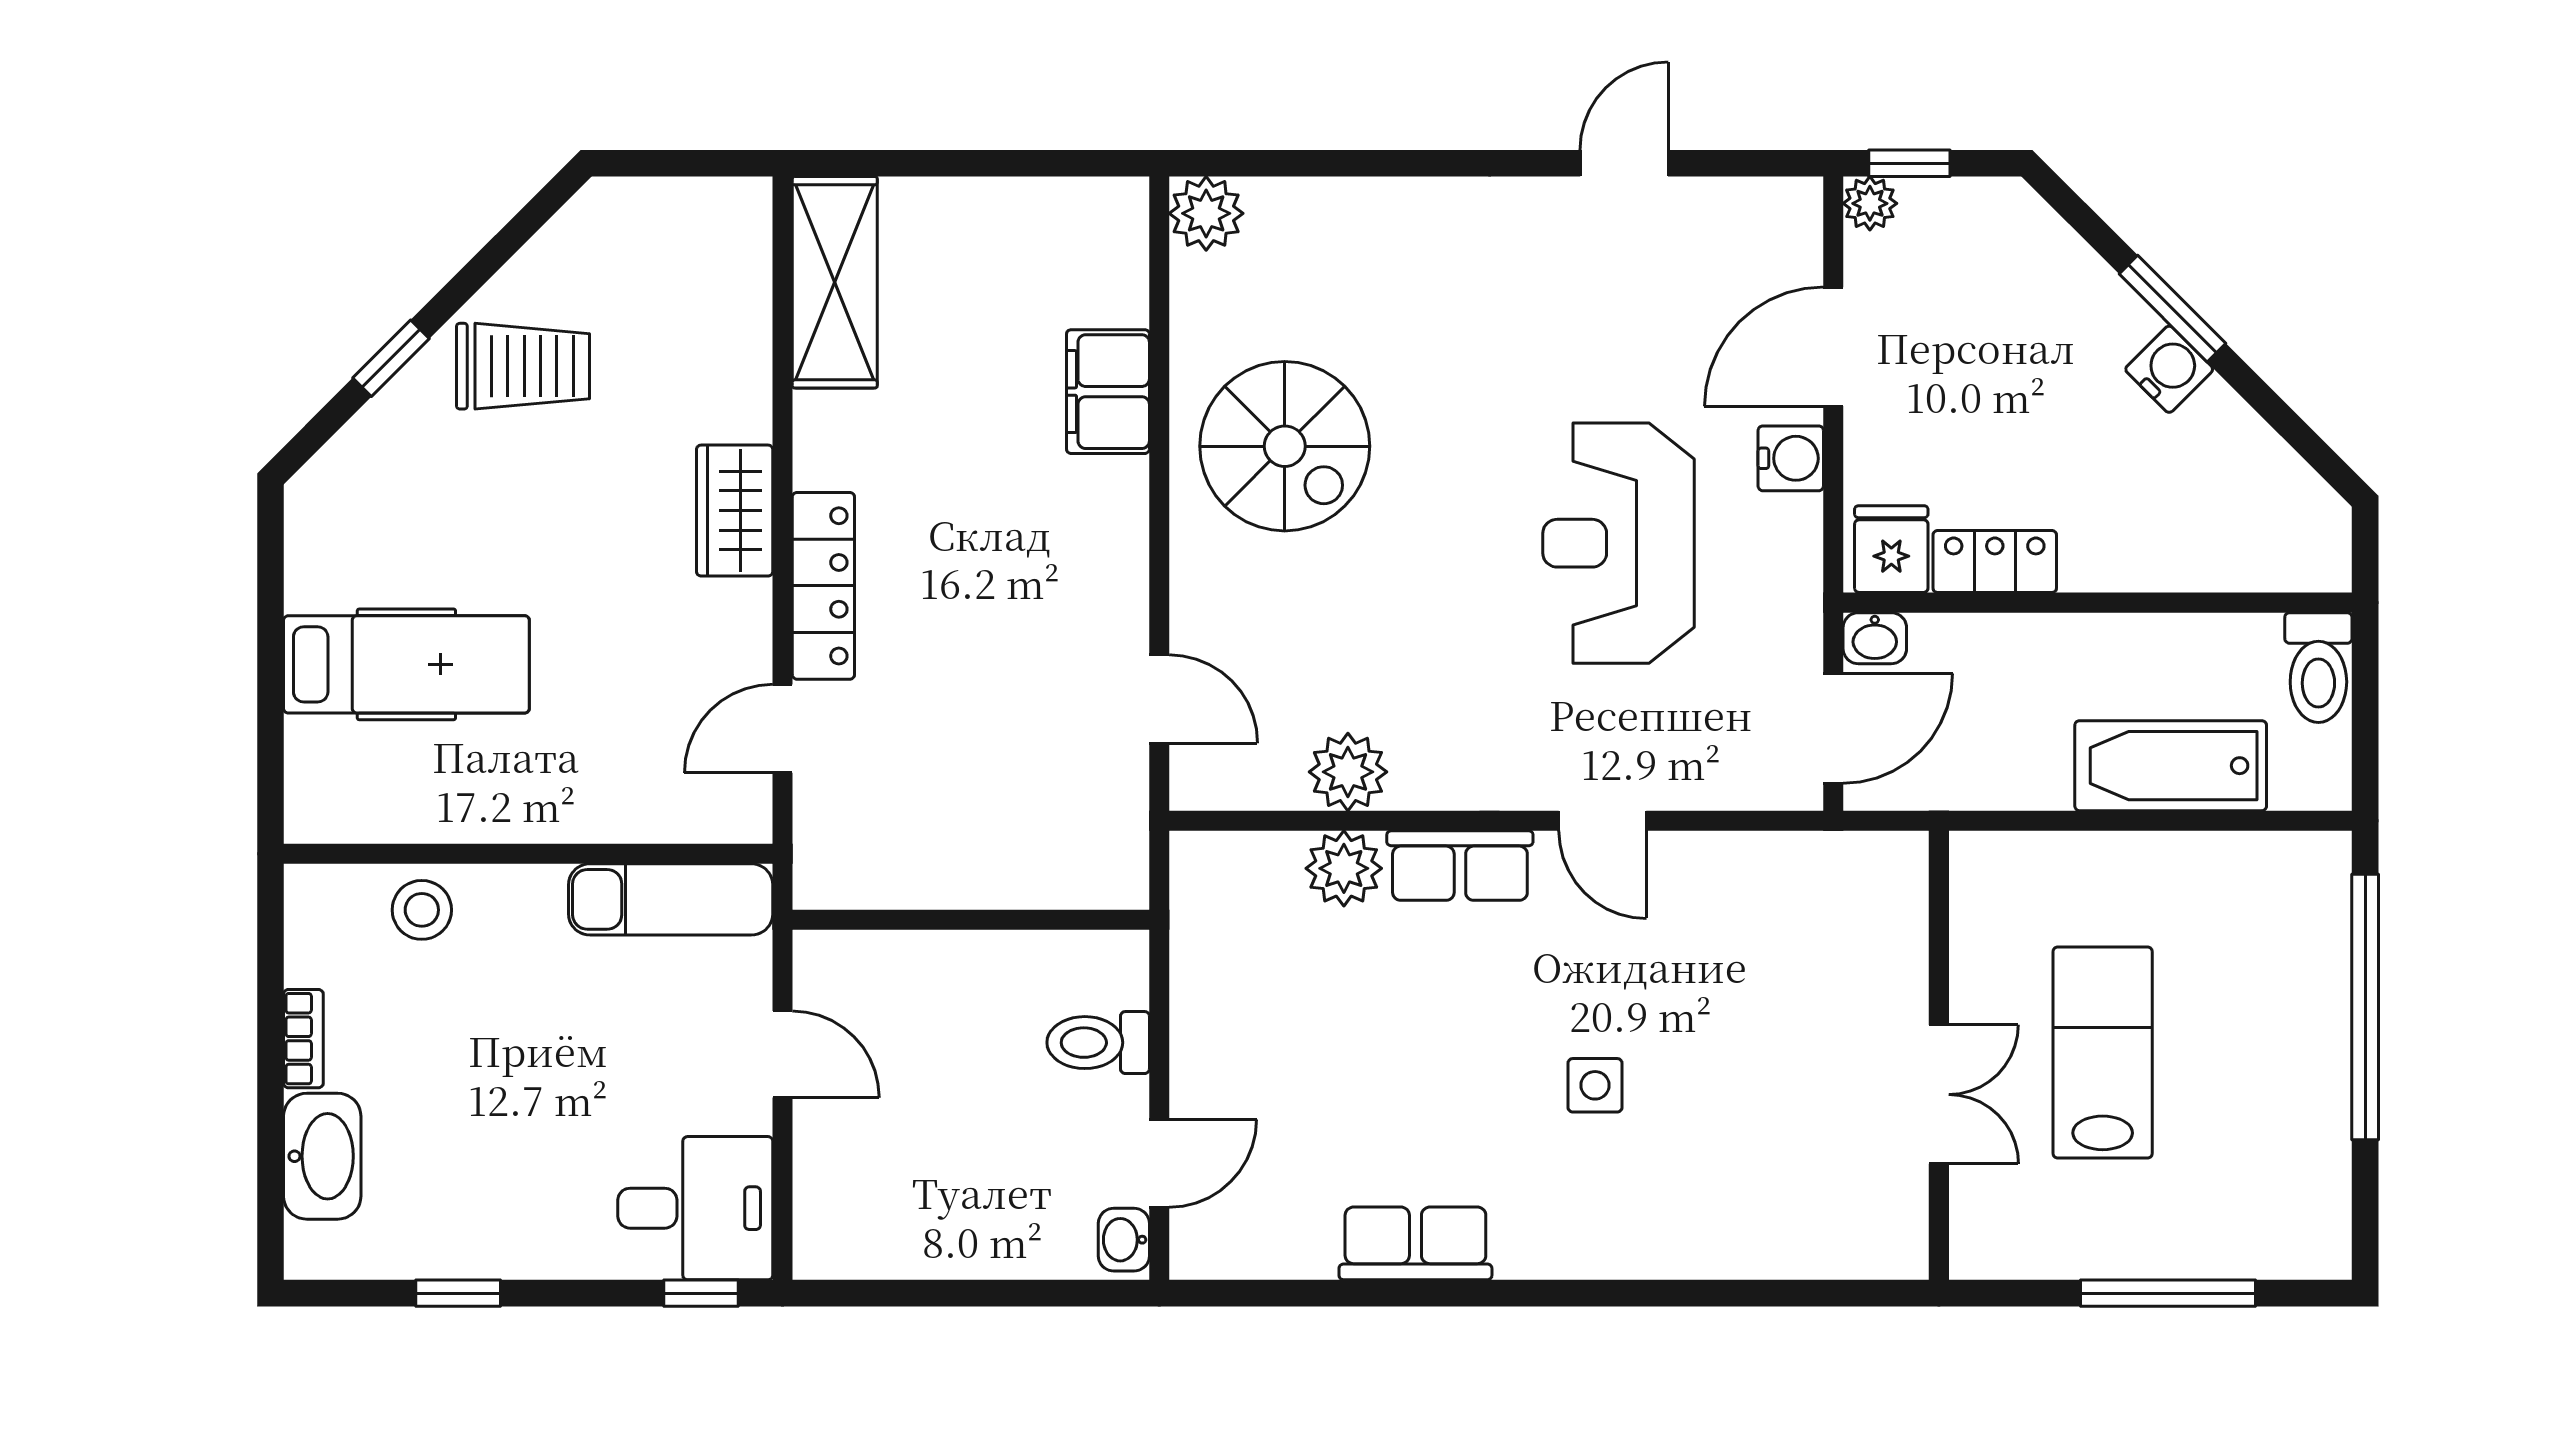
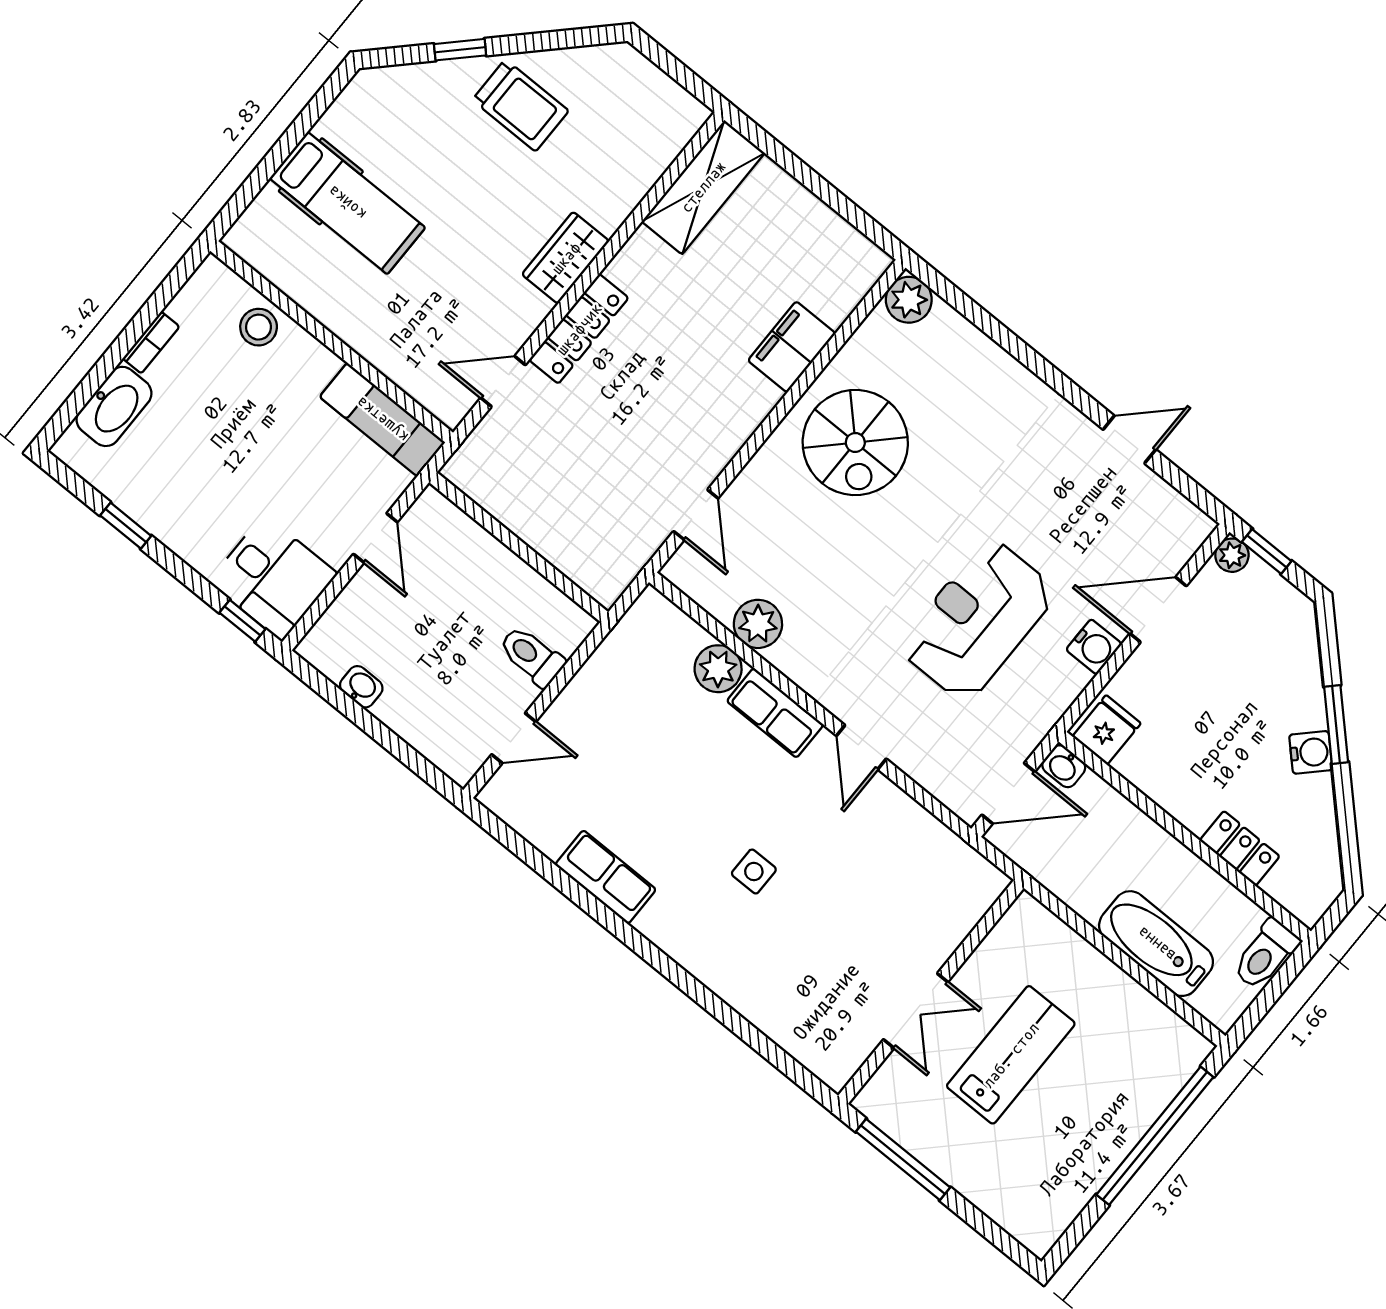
locker: (1995, 562) -> (1240, 848), moved
washbasin: (1124, 1240) -> (361, 687), moved, turned 90
window: (2168, 1293) -> (903, 1160), moved

